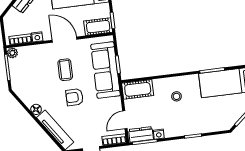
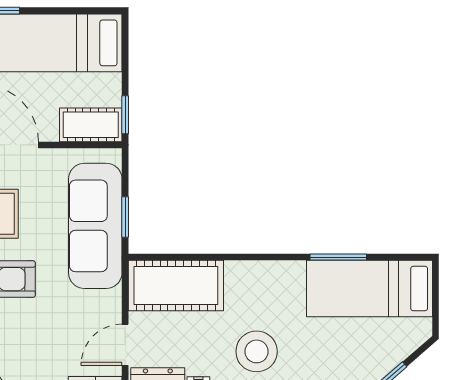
cot: (138, 89) -> (176, 285), width x1.37, depth x1.34
stool: (177, 96) -> (257, 351), moved, width x1.89, depth x1.89

